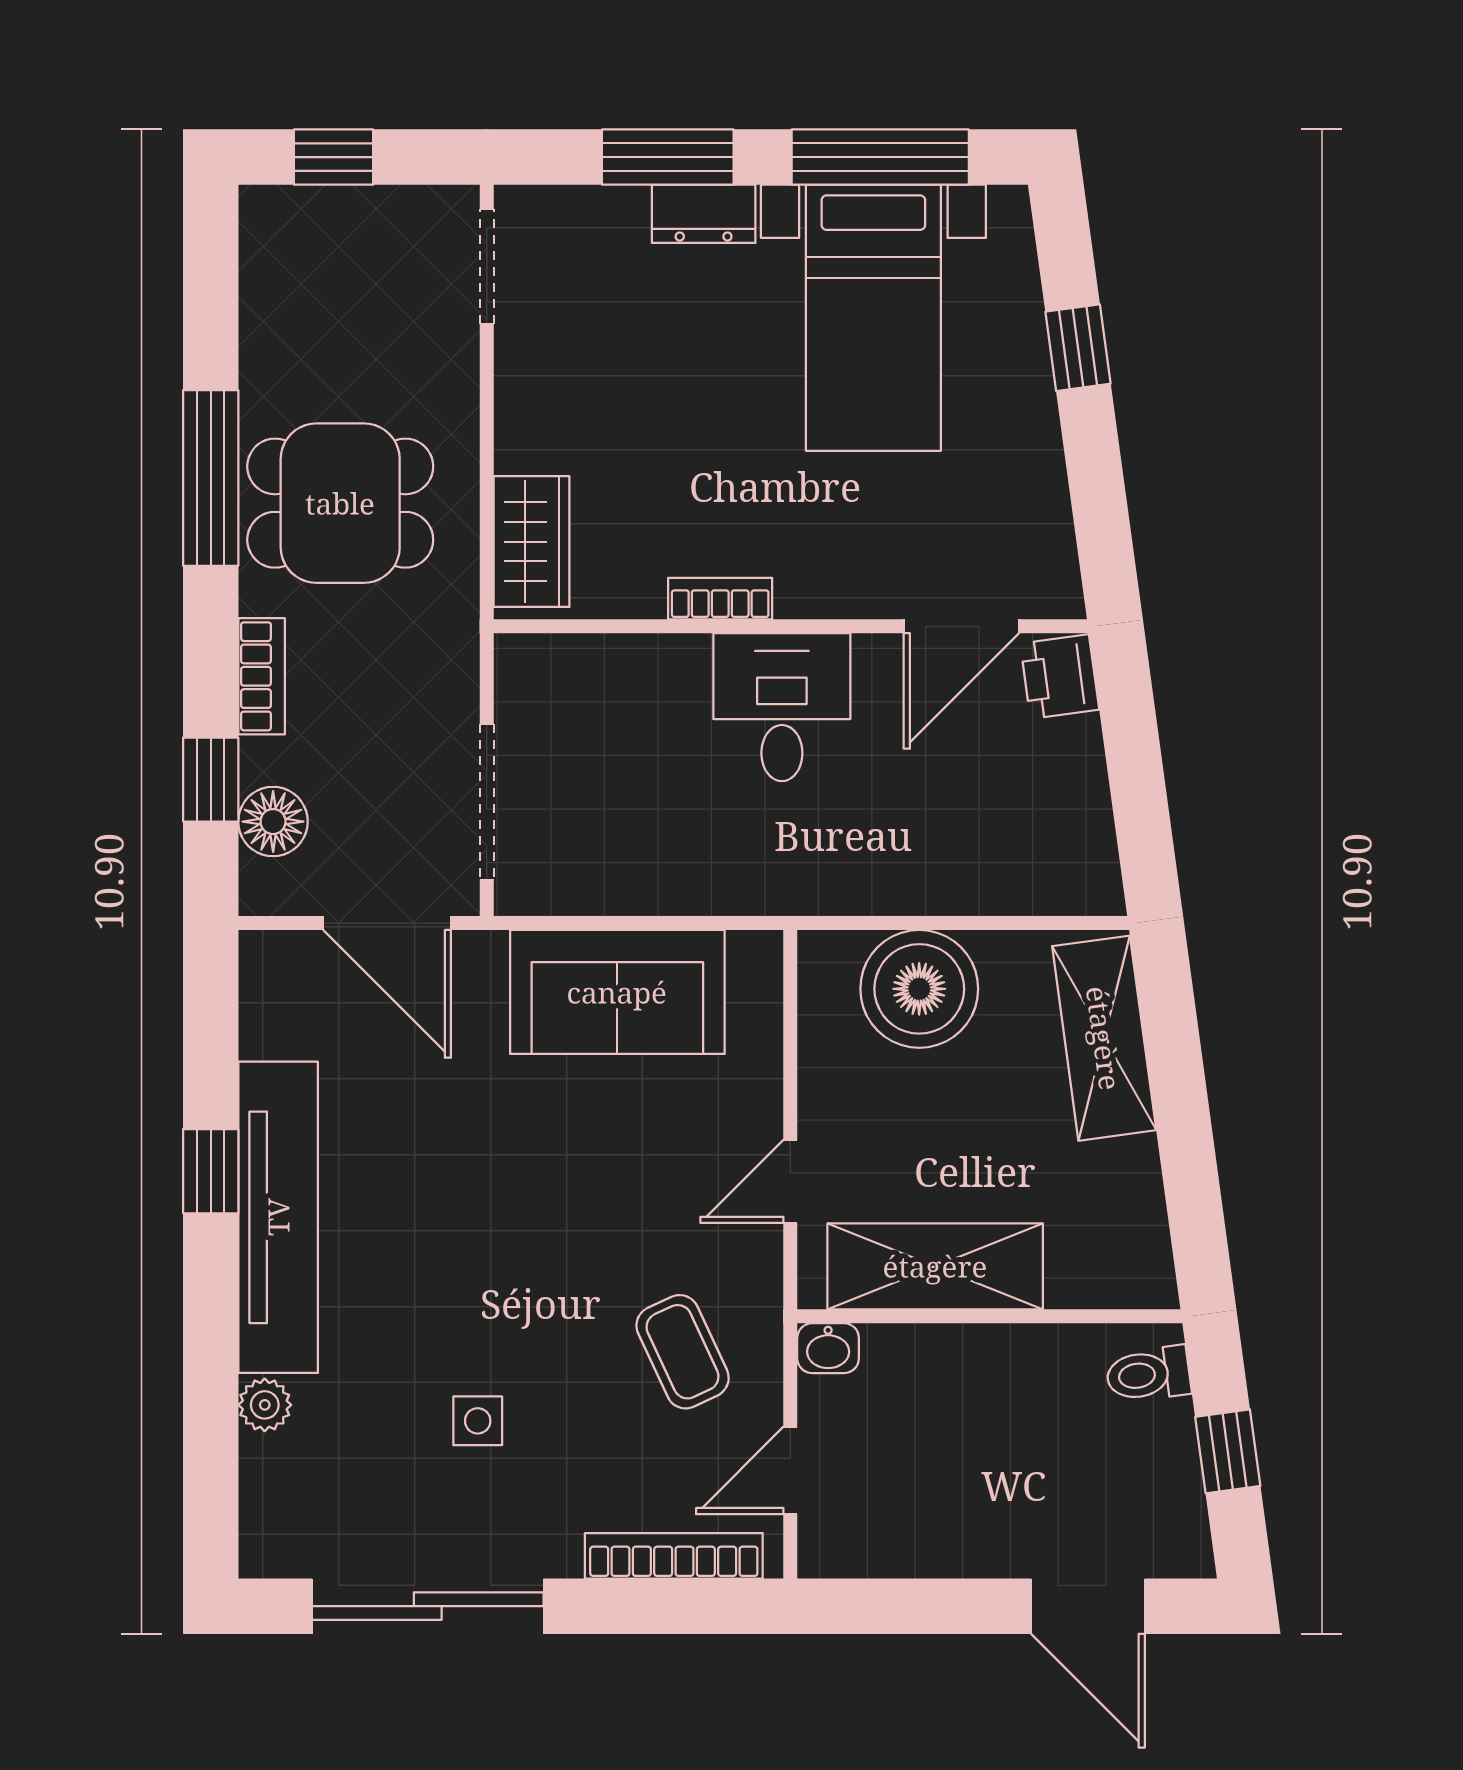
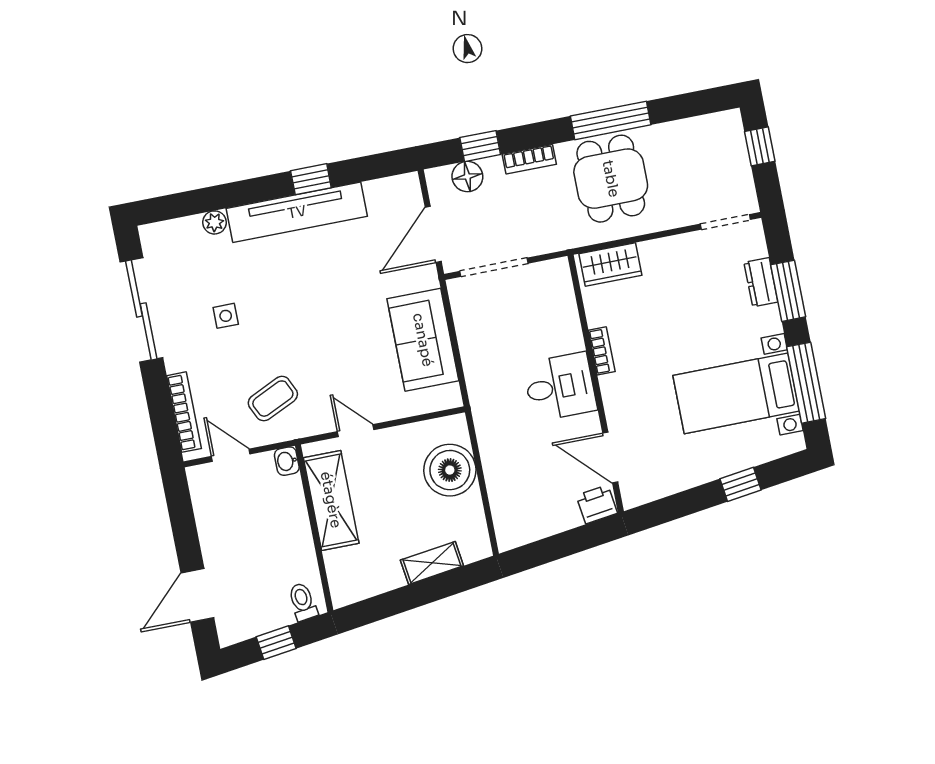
dresser: (704, 214) -> (761, 282), moved
shelving: (1104, 1038) -> (432, 563), width x0.67, depth x0.75

